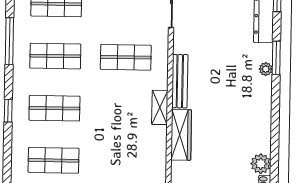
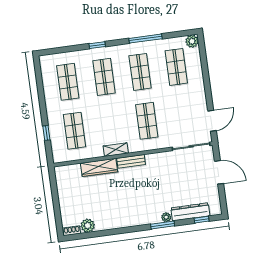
plant: (266, 69) -> (166, 217), moved
bench: (180, 81) -> (131, 161), width x0.73
shop shelf: (124, 162) -> (74, 131), added

